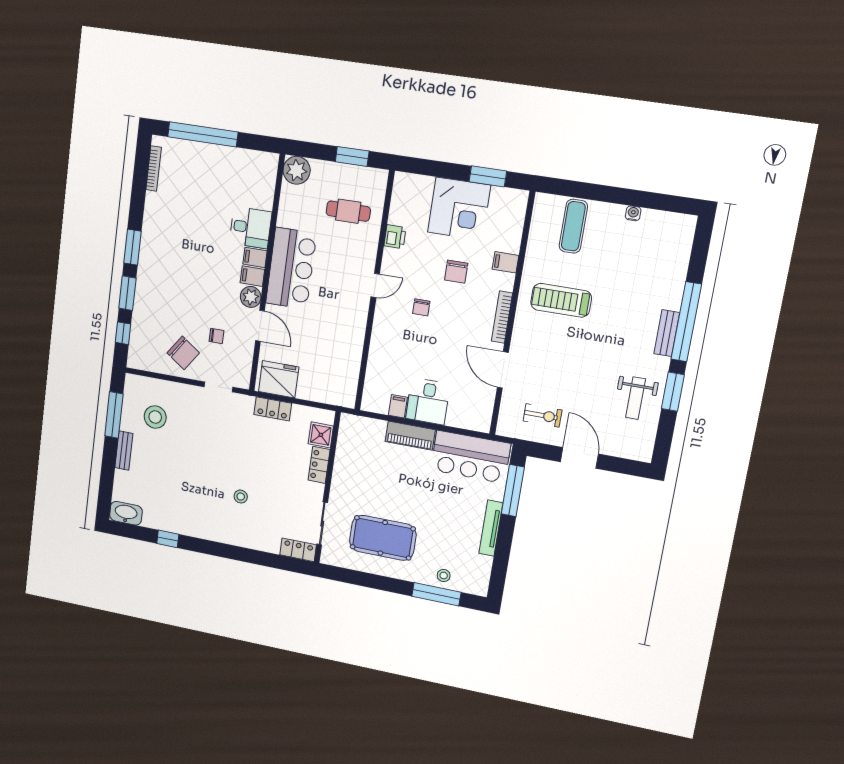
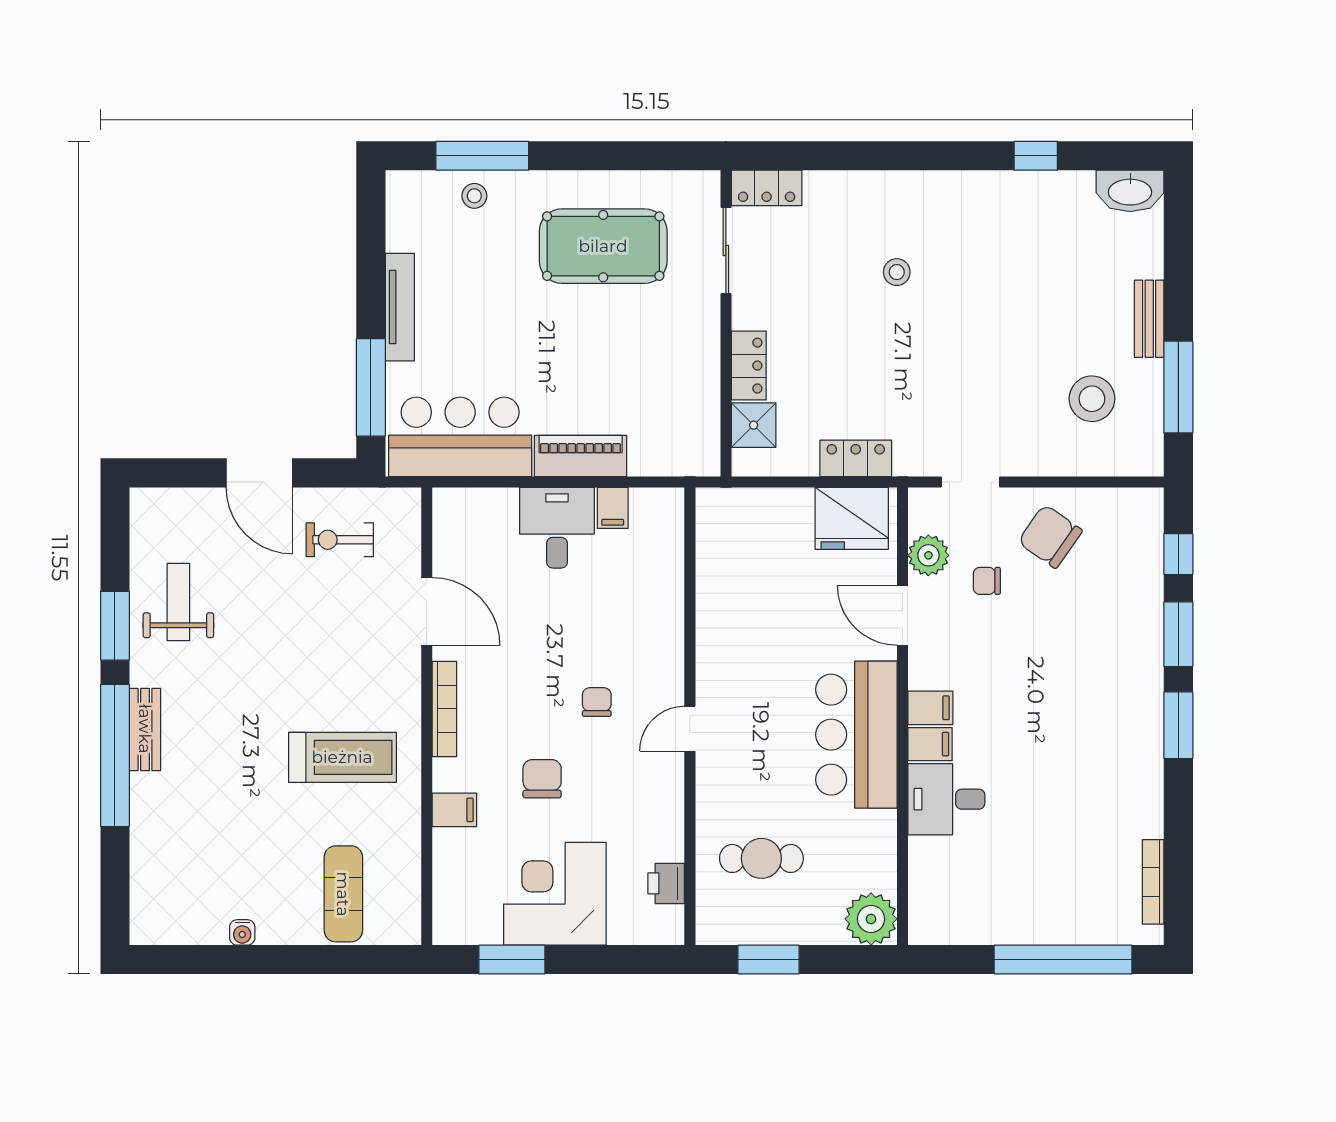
printer: (395, 237) -> (666, 883), moved
plant: (251, 297) -> (928, 555), moved

